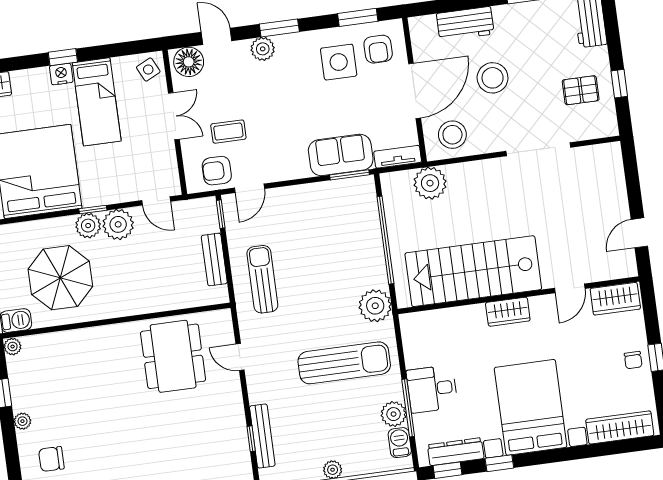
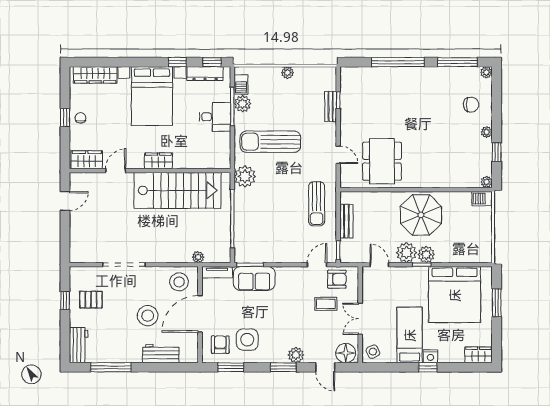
plant: (430, 183) -> (198, 257), width x0.53, depth x0.53
parasol: (60, 278) -> (421, 215), moved
bench: (262, 436) -> (331, 107), width x0.73

